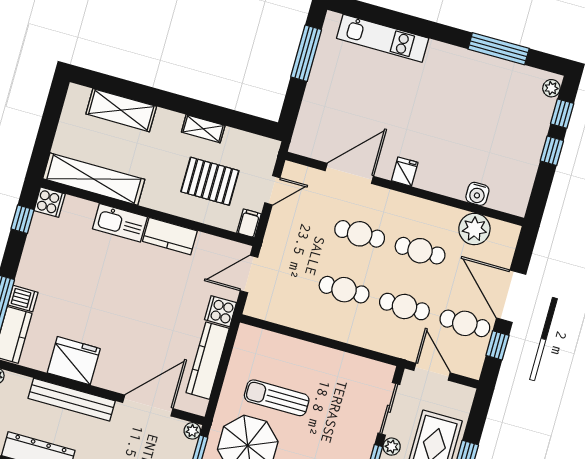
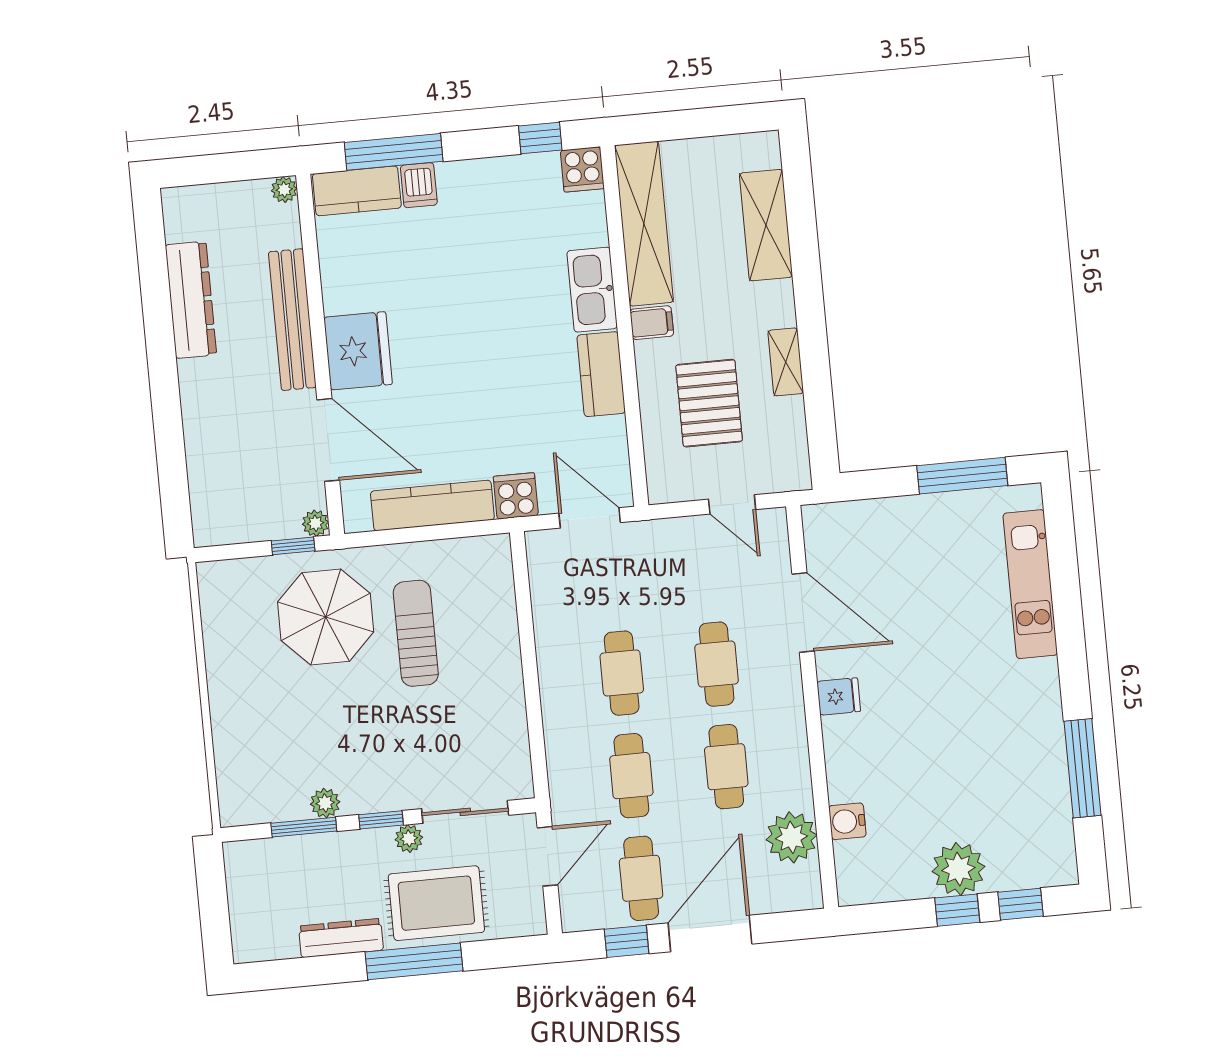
plant: (551, 88) -> (958, 869), moved, width x1.88, depth x1.88
filing cabinet: (249, 223) -> (652, 323), moved
fridge: (74, 361) -> (358, 351), moved

